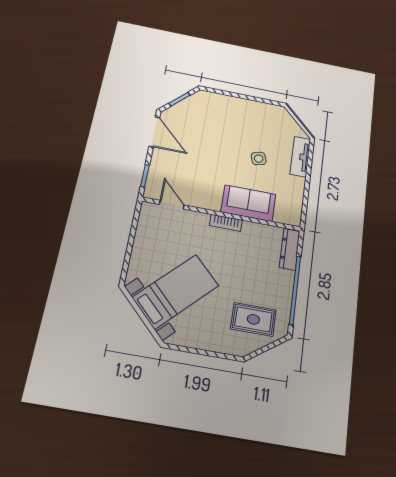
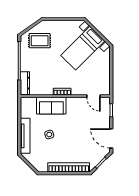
bookcase: (234, 103) -> (69, 167), added
tv unit: (300, 157) -> (25, 136), width x1.41

